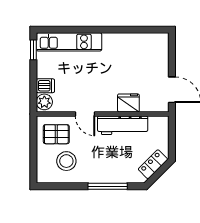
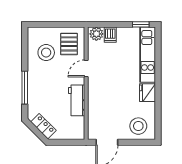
stool: (153, 53) -> (138, 126), added
fridge: (128, 103) -> (148, 93), moved, turned 180
workbench: (123, 125) -> (77, 100), width x0.73

